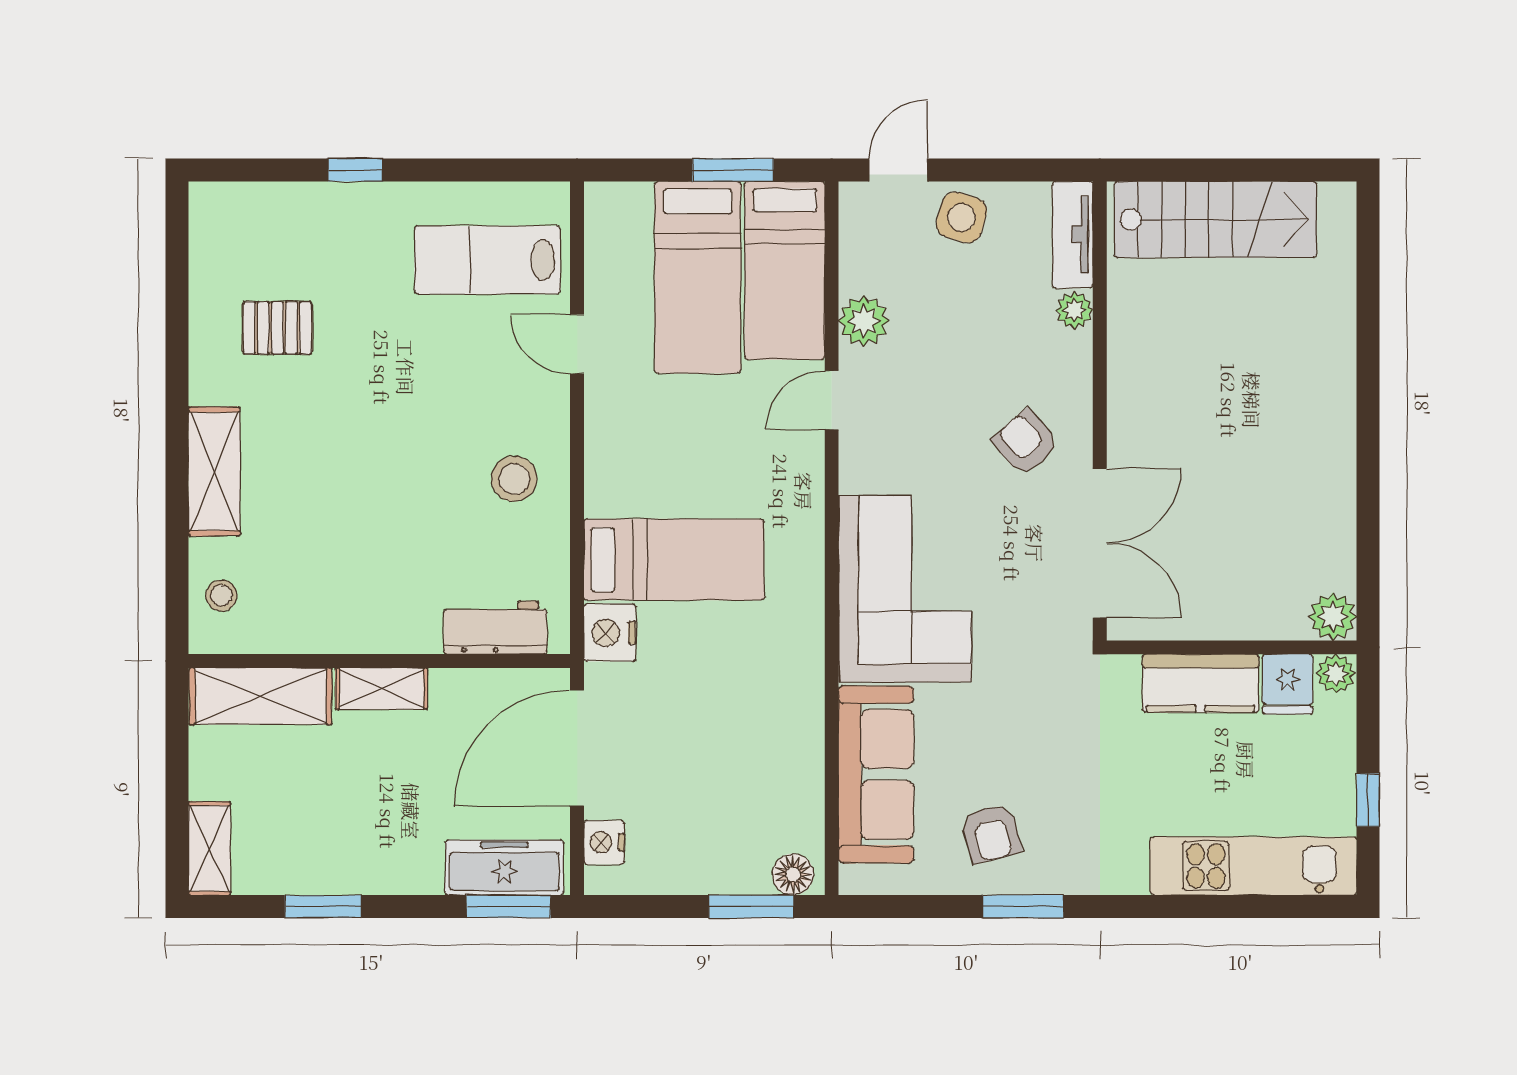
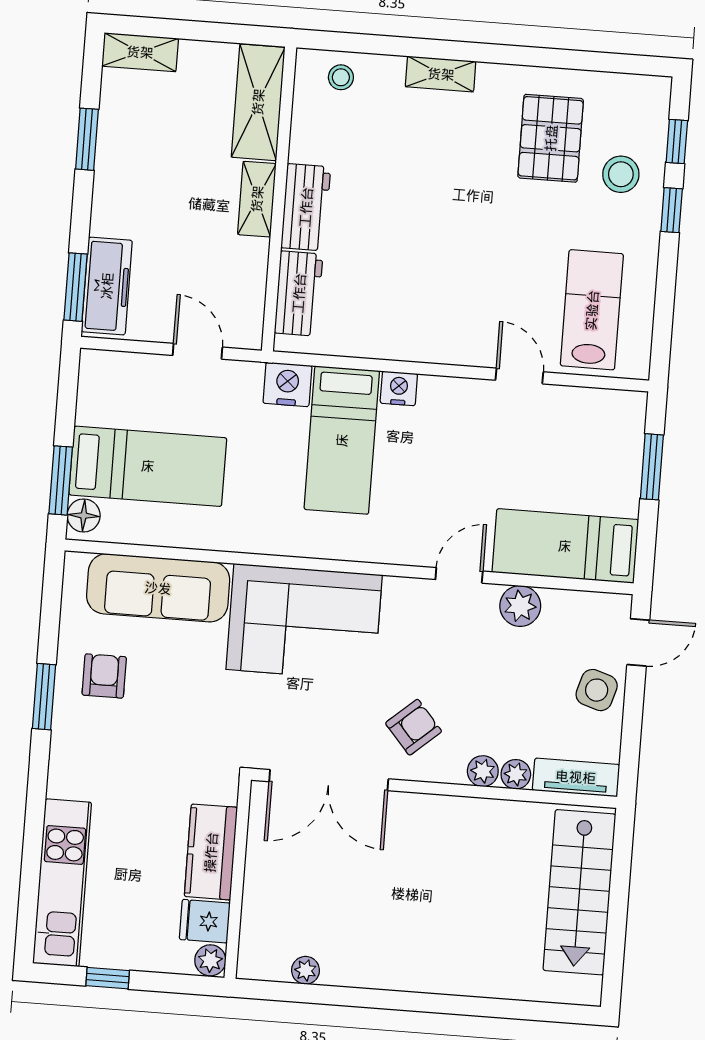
window: (269, 170) -> (677, 142), added
window: (733, 170) -> (652, 467), moved
door: (898, 170) -> (638, 642), hinge flipped
bed: (698, 277) -> (148, 466), moved, turned 180
pallet: (277, 328) -> (551, 138), width x1.50, depth x1.42
door: (577, 344) -> (519, 376), hinge flipped
plant: (1074, 352) -> (483, 771), added
door: (832, 400) -> (459, 575), hinge flipped
shelving: (214, 471) -> (441, 74), width x0.67, depth x0.75
stool: (514, 479) -> (621, 174), moved
plant: (1333, 617) -> (305, 970), moved, width x0.73, depth x0.73
workbench: (387, 627) -> (306, 207), added
door: (577, 748) -> (198, 351), width x0.53
armchair: (991, 833) -> (104, 676), turned 105
nightstand: (604, 842) -> (399, 388), moved

